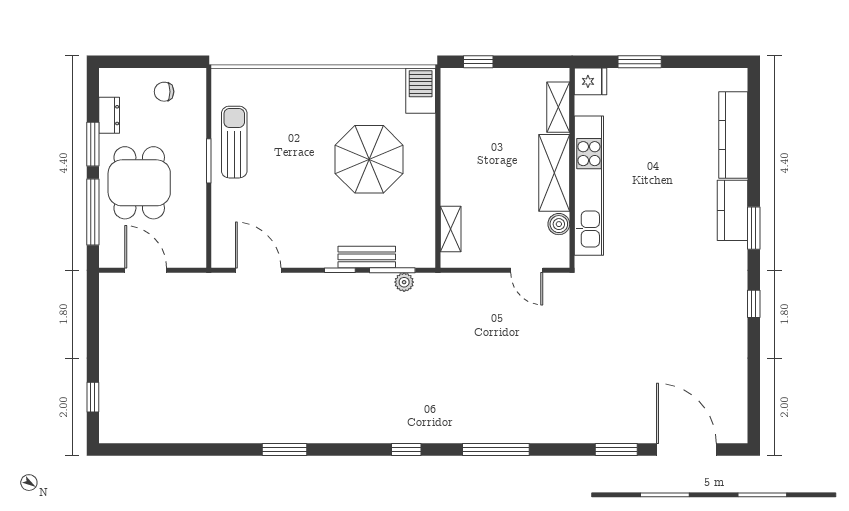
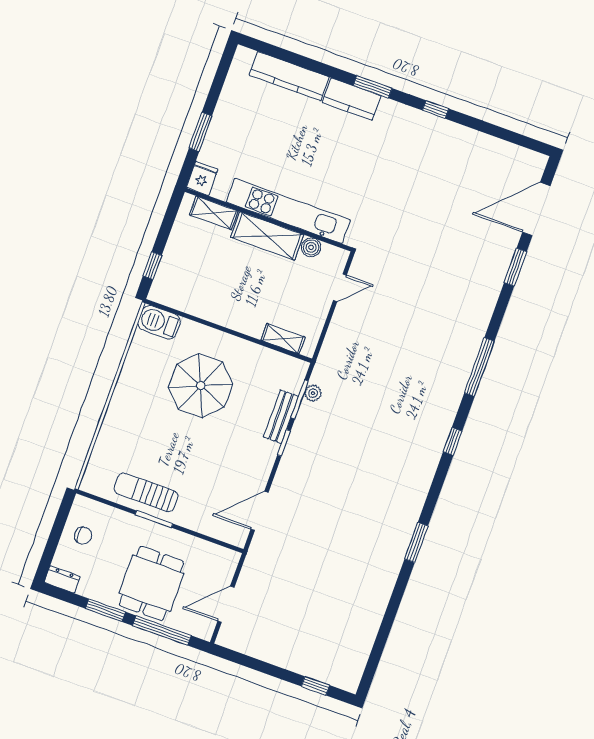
chair: (164, 92) -> (83, 535), turned -90
dresser: (109, 115) -> (62, 579), moved
dining table: (139, 183) -> (151, 583), turned 90

